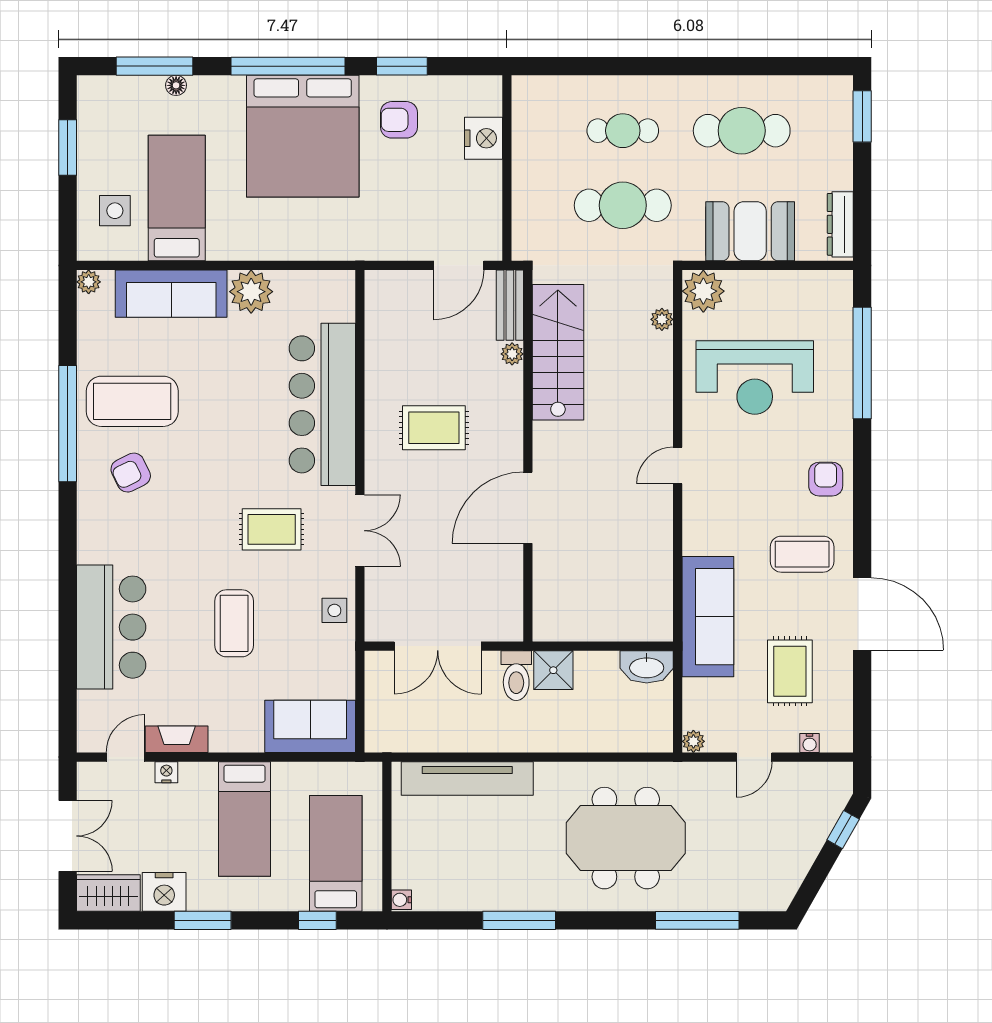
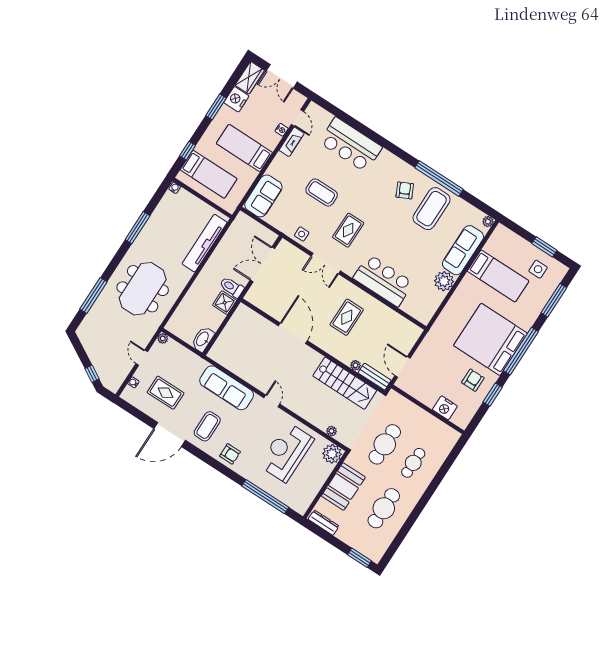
floor lamp: (176, 85) -> (541, 304), removed
side table: (115, 211) -> (538, 269), moved
bar counter: (322, 404) -> (383, 280), width x0.73
sofa: (708, 617) -> (227, 388), moved

